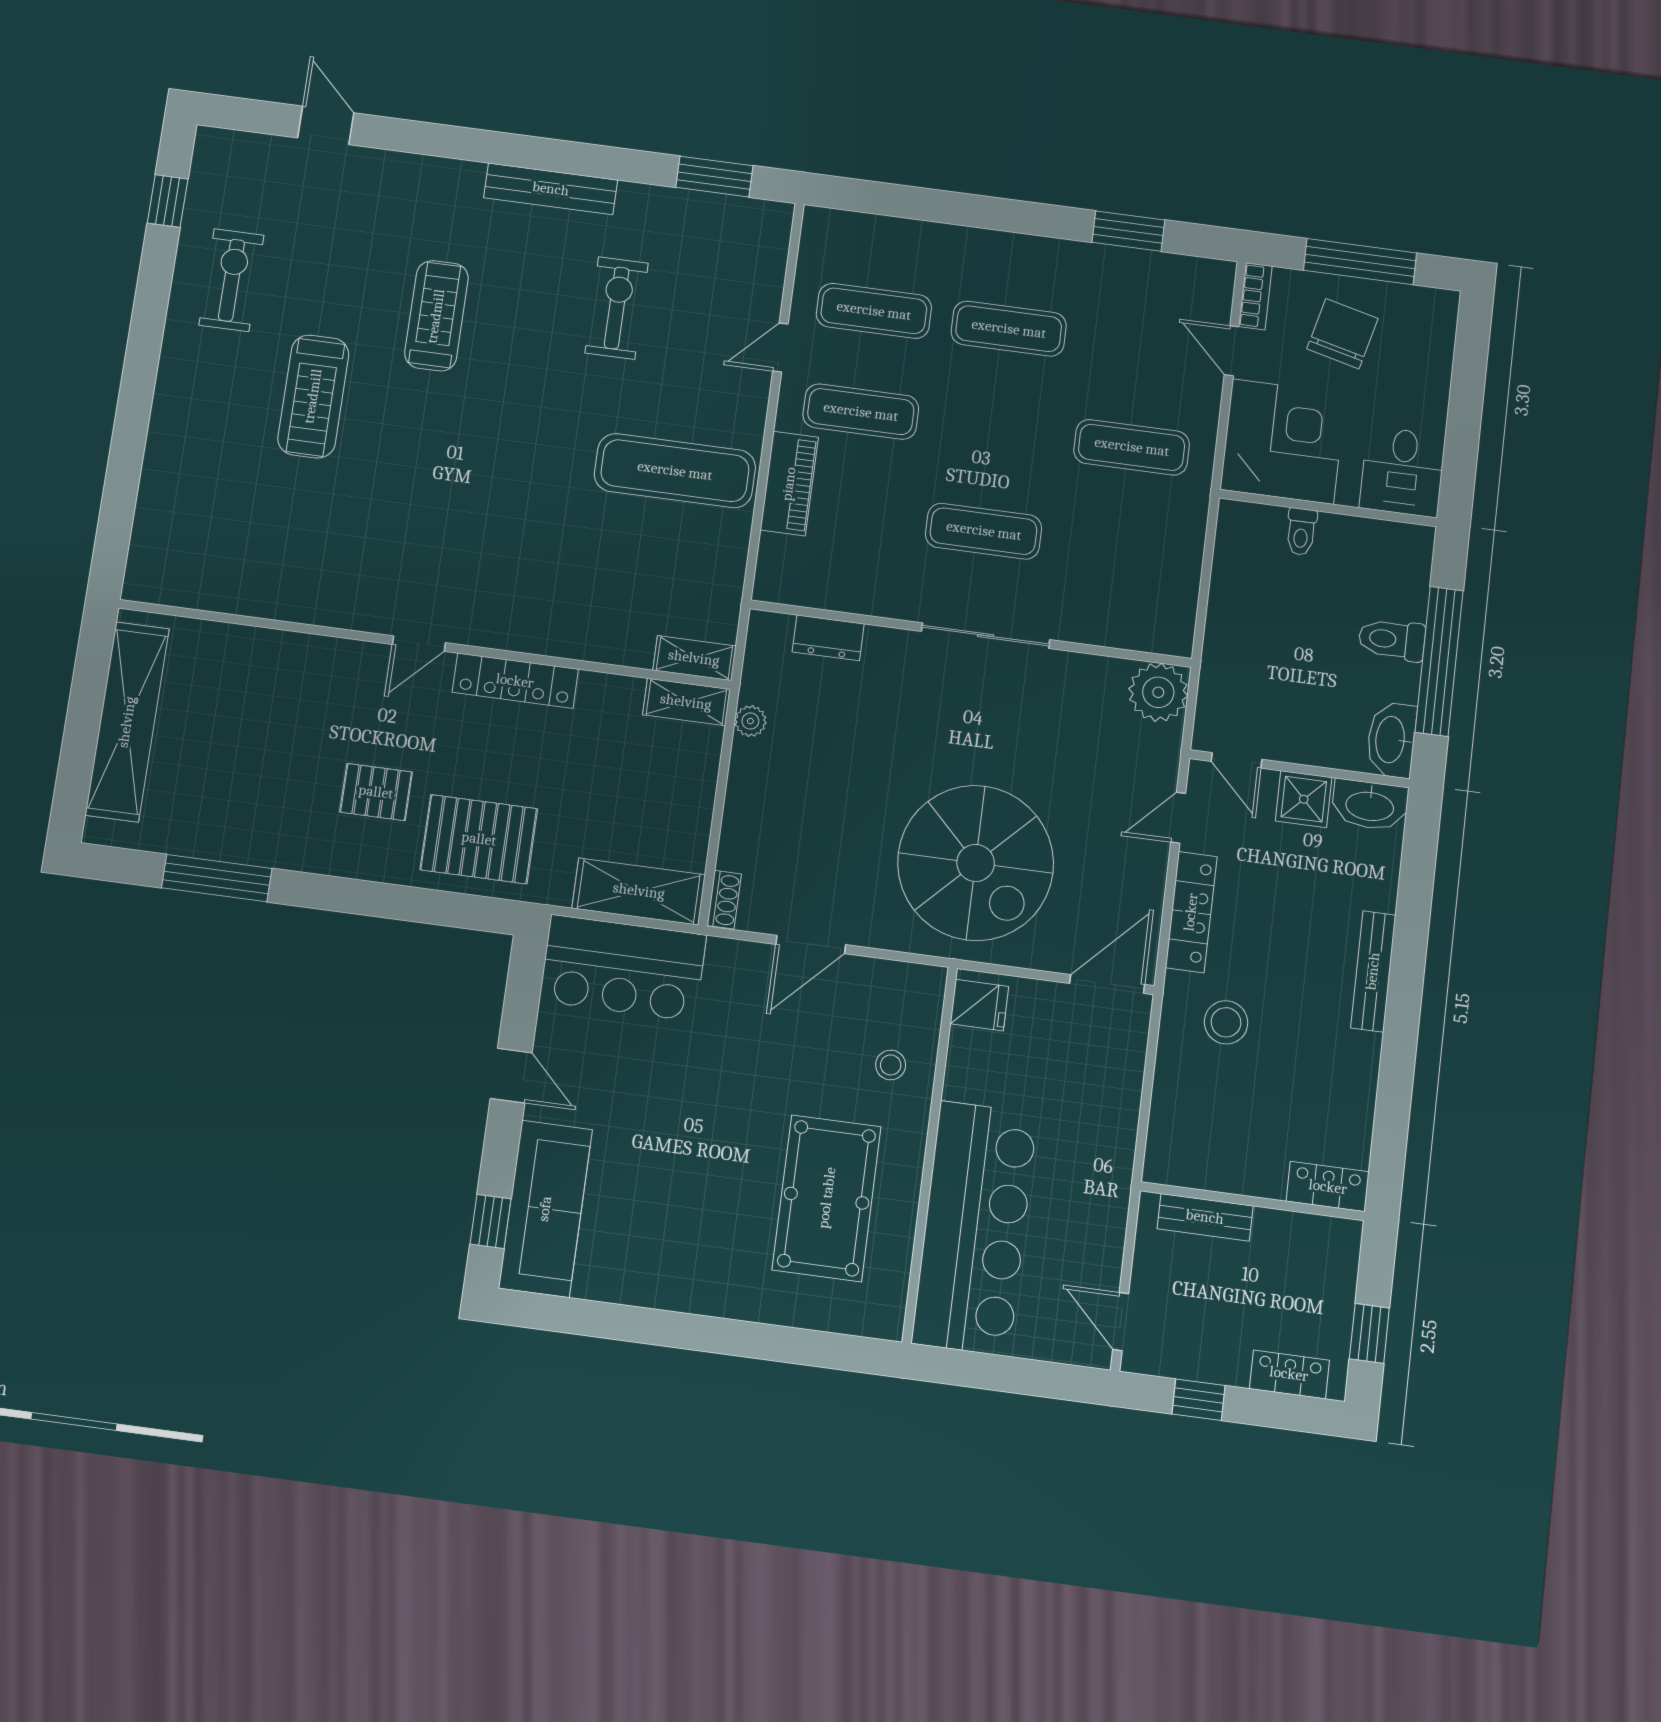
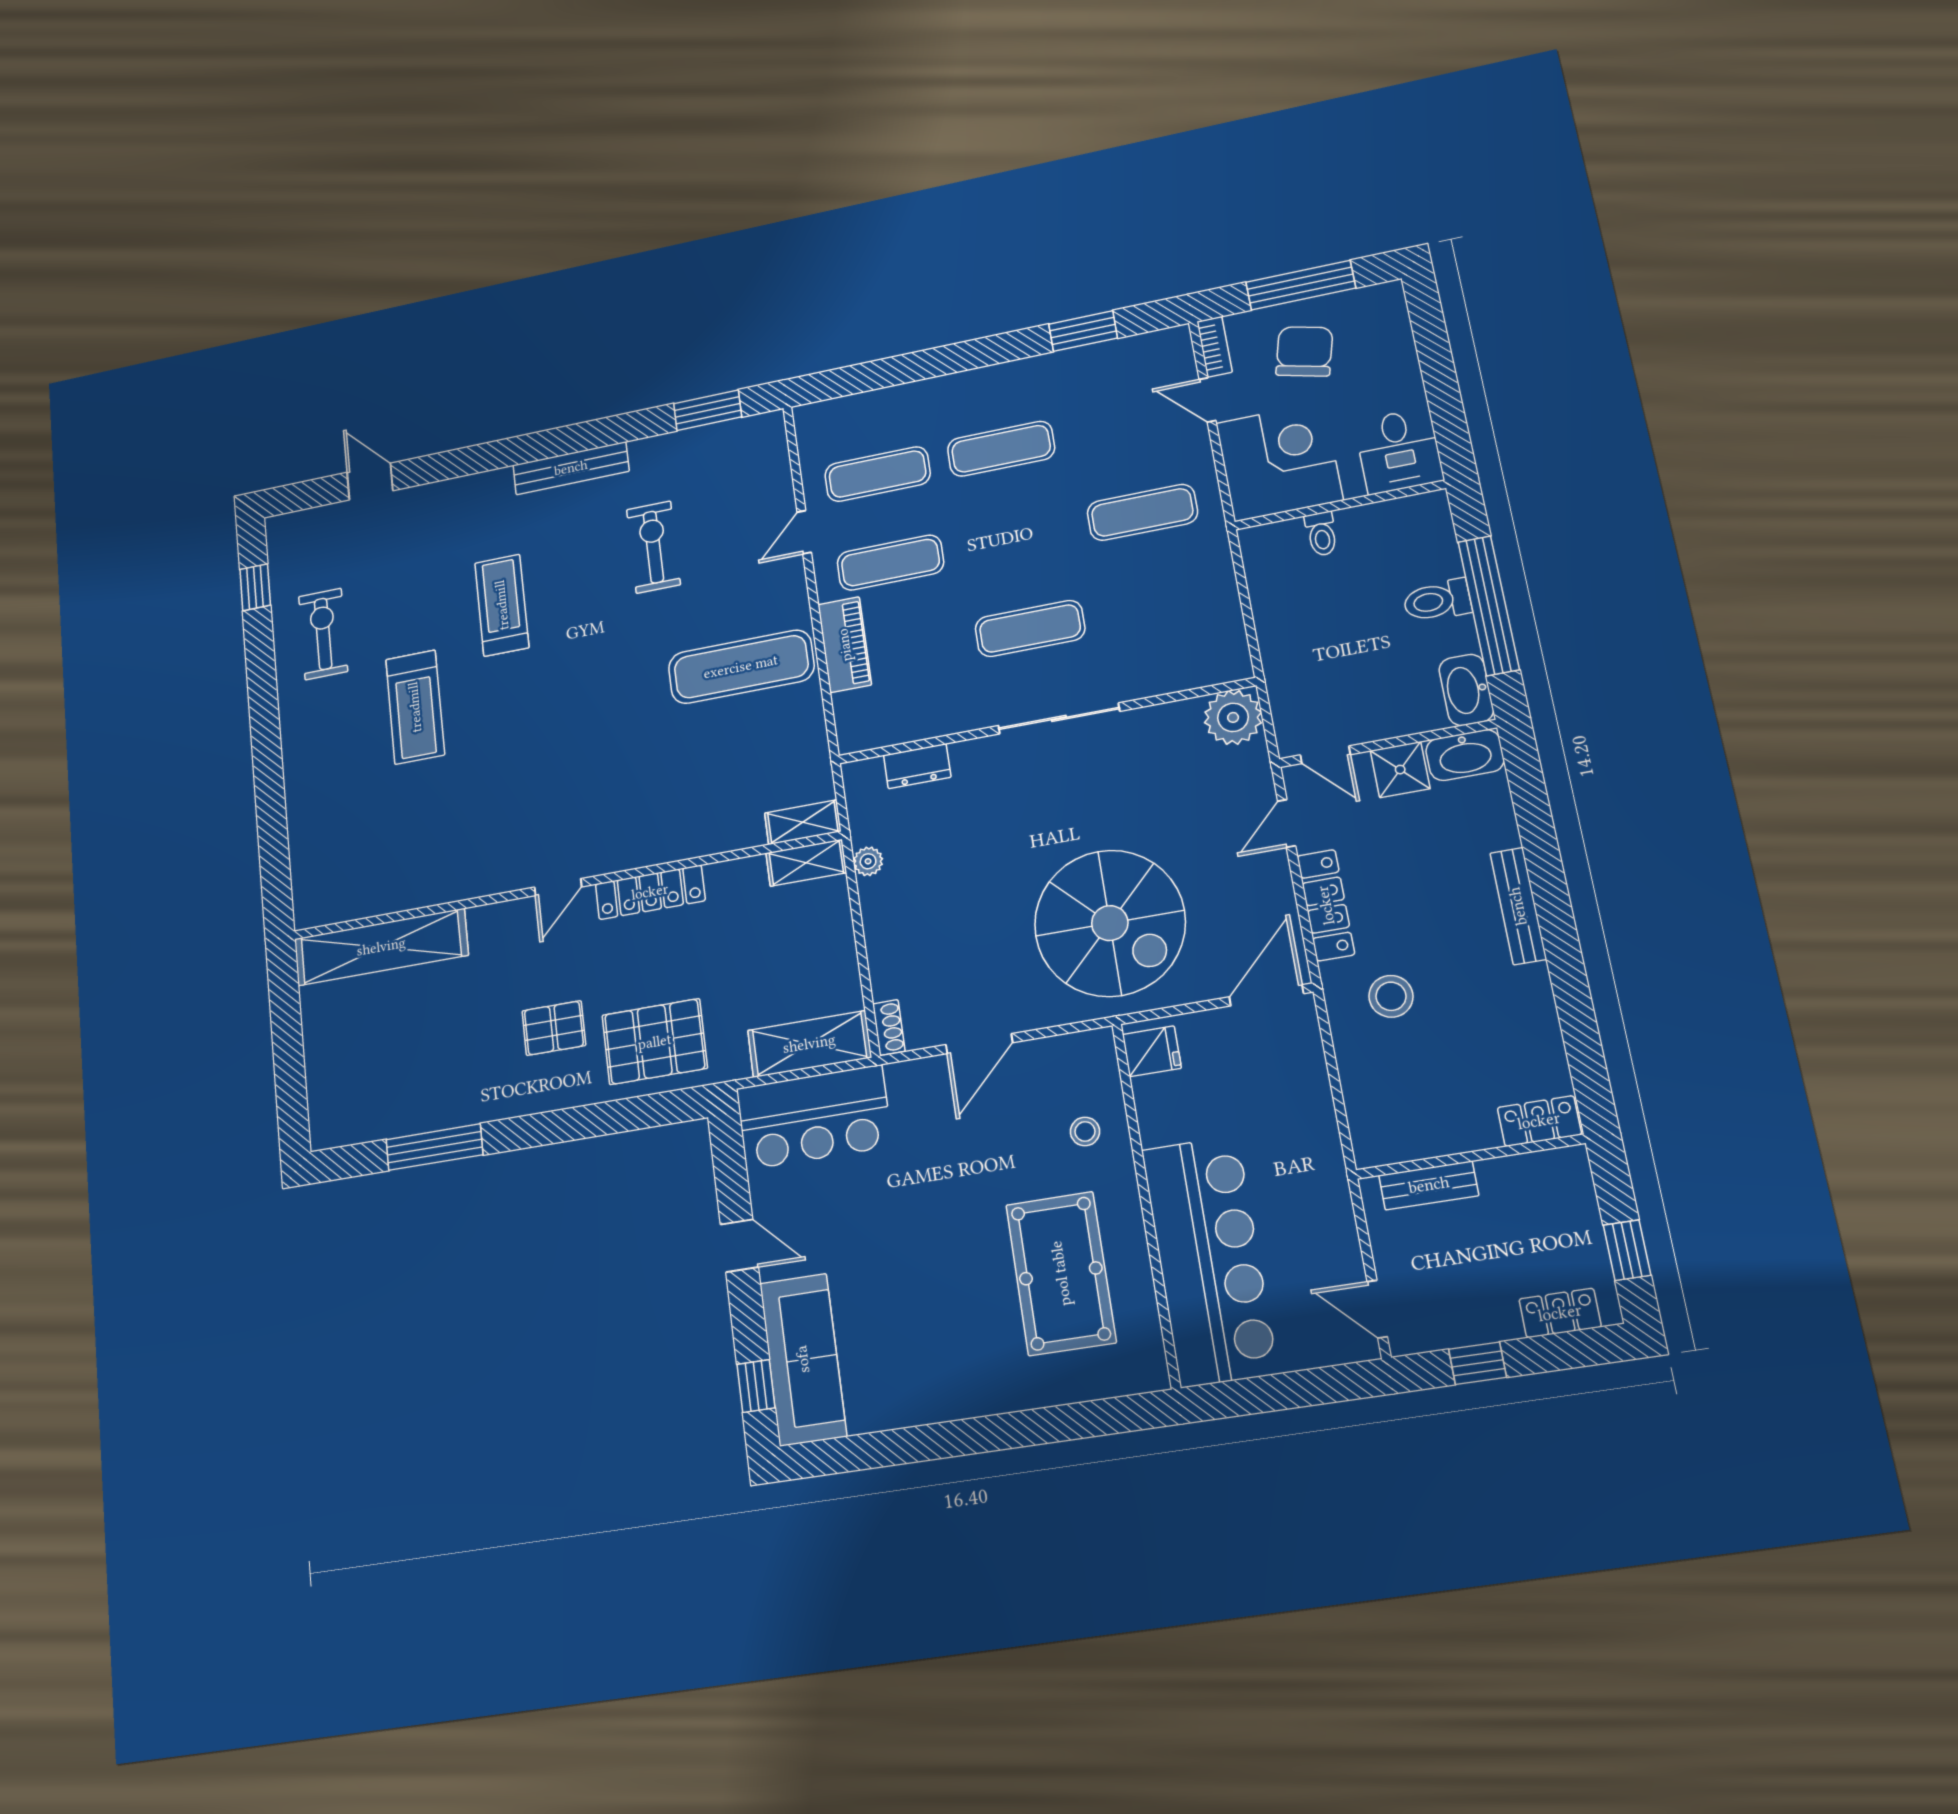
shelving: (127, 722) -> (381, 947), moved, turned 90

